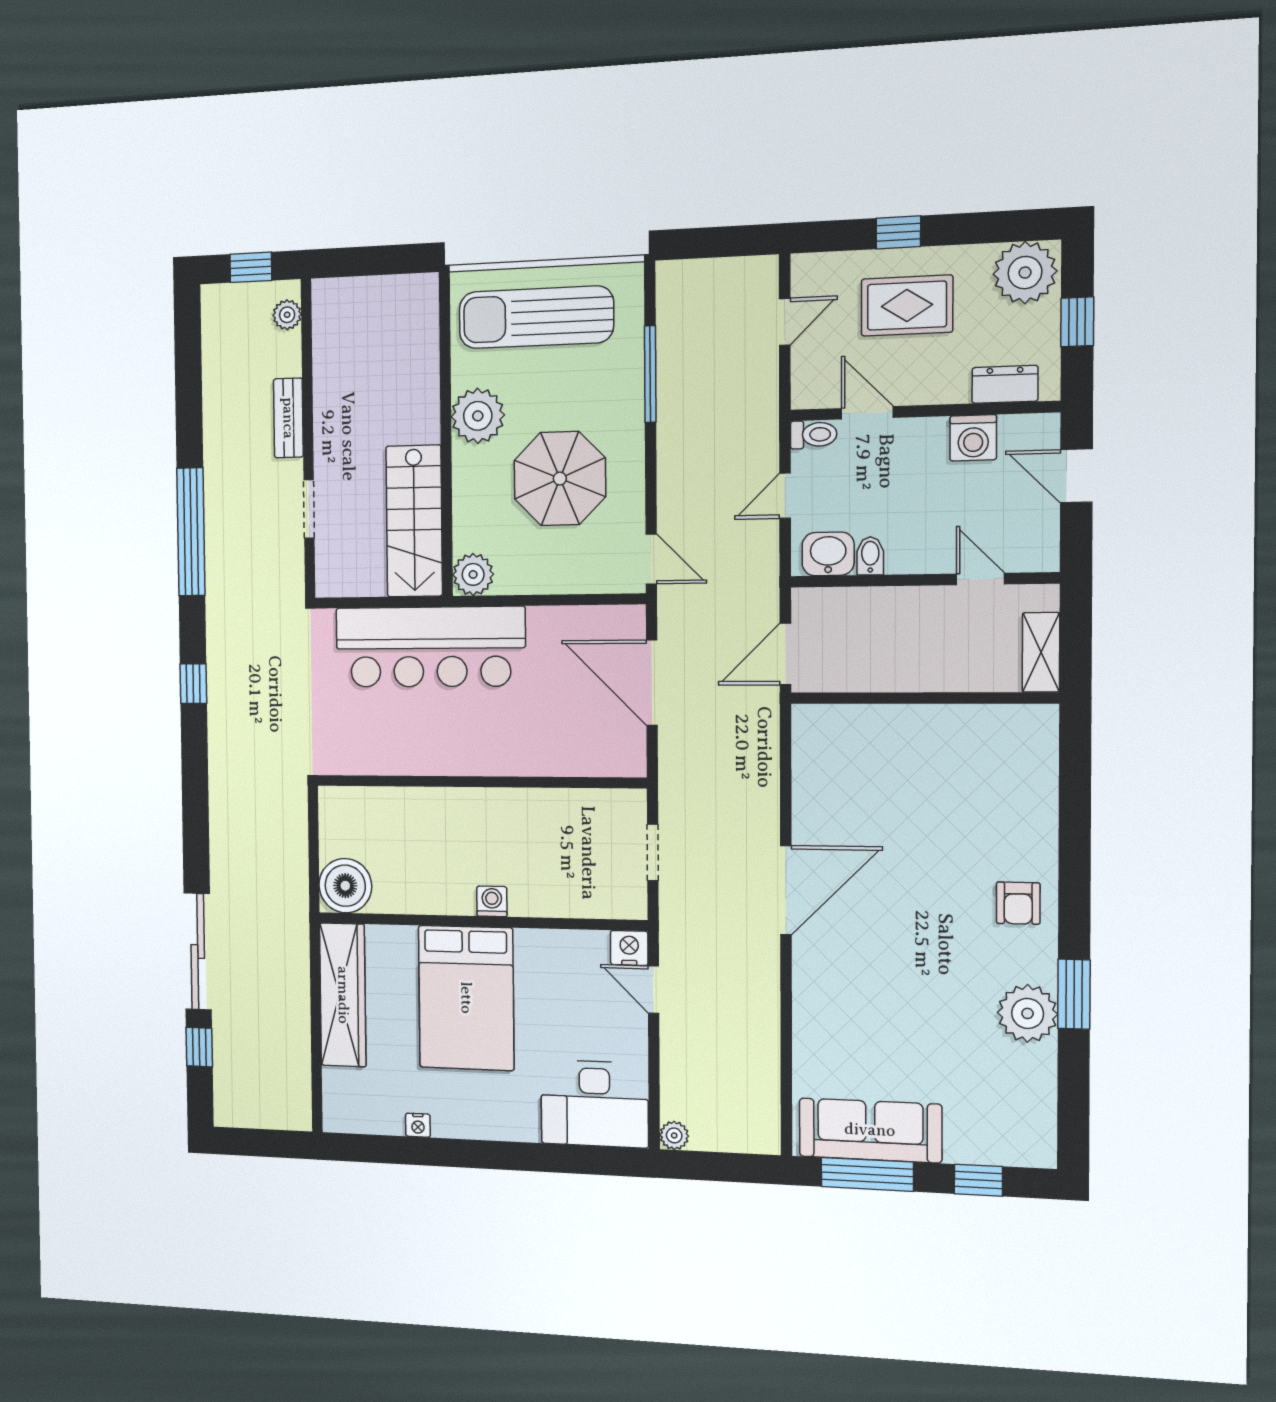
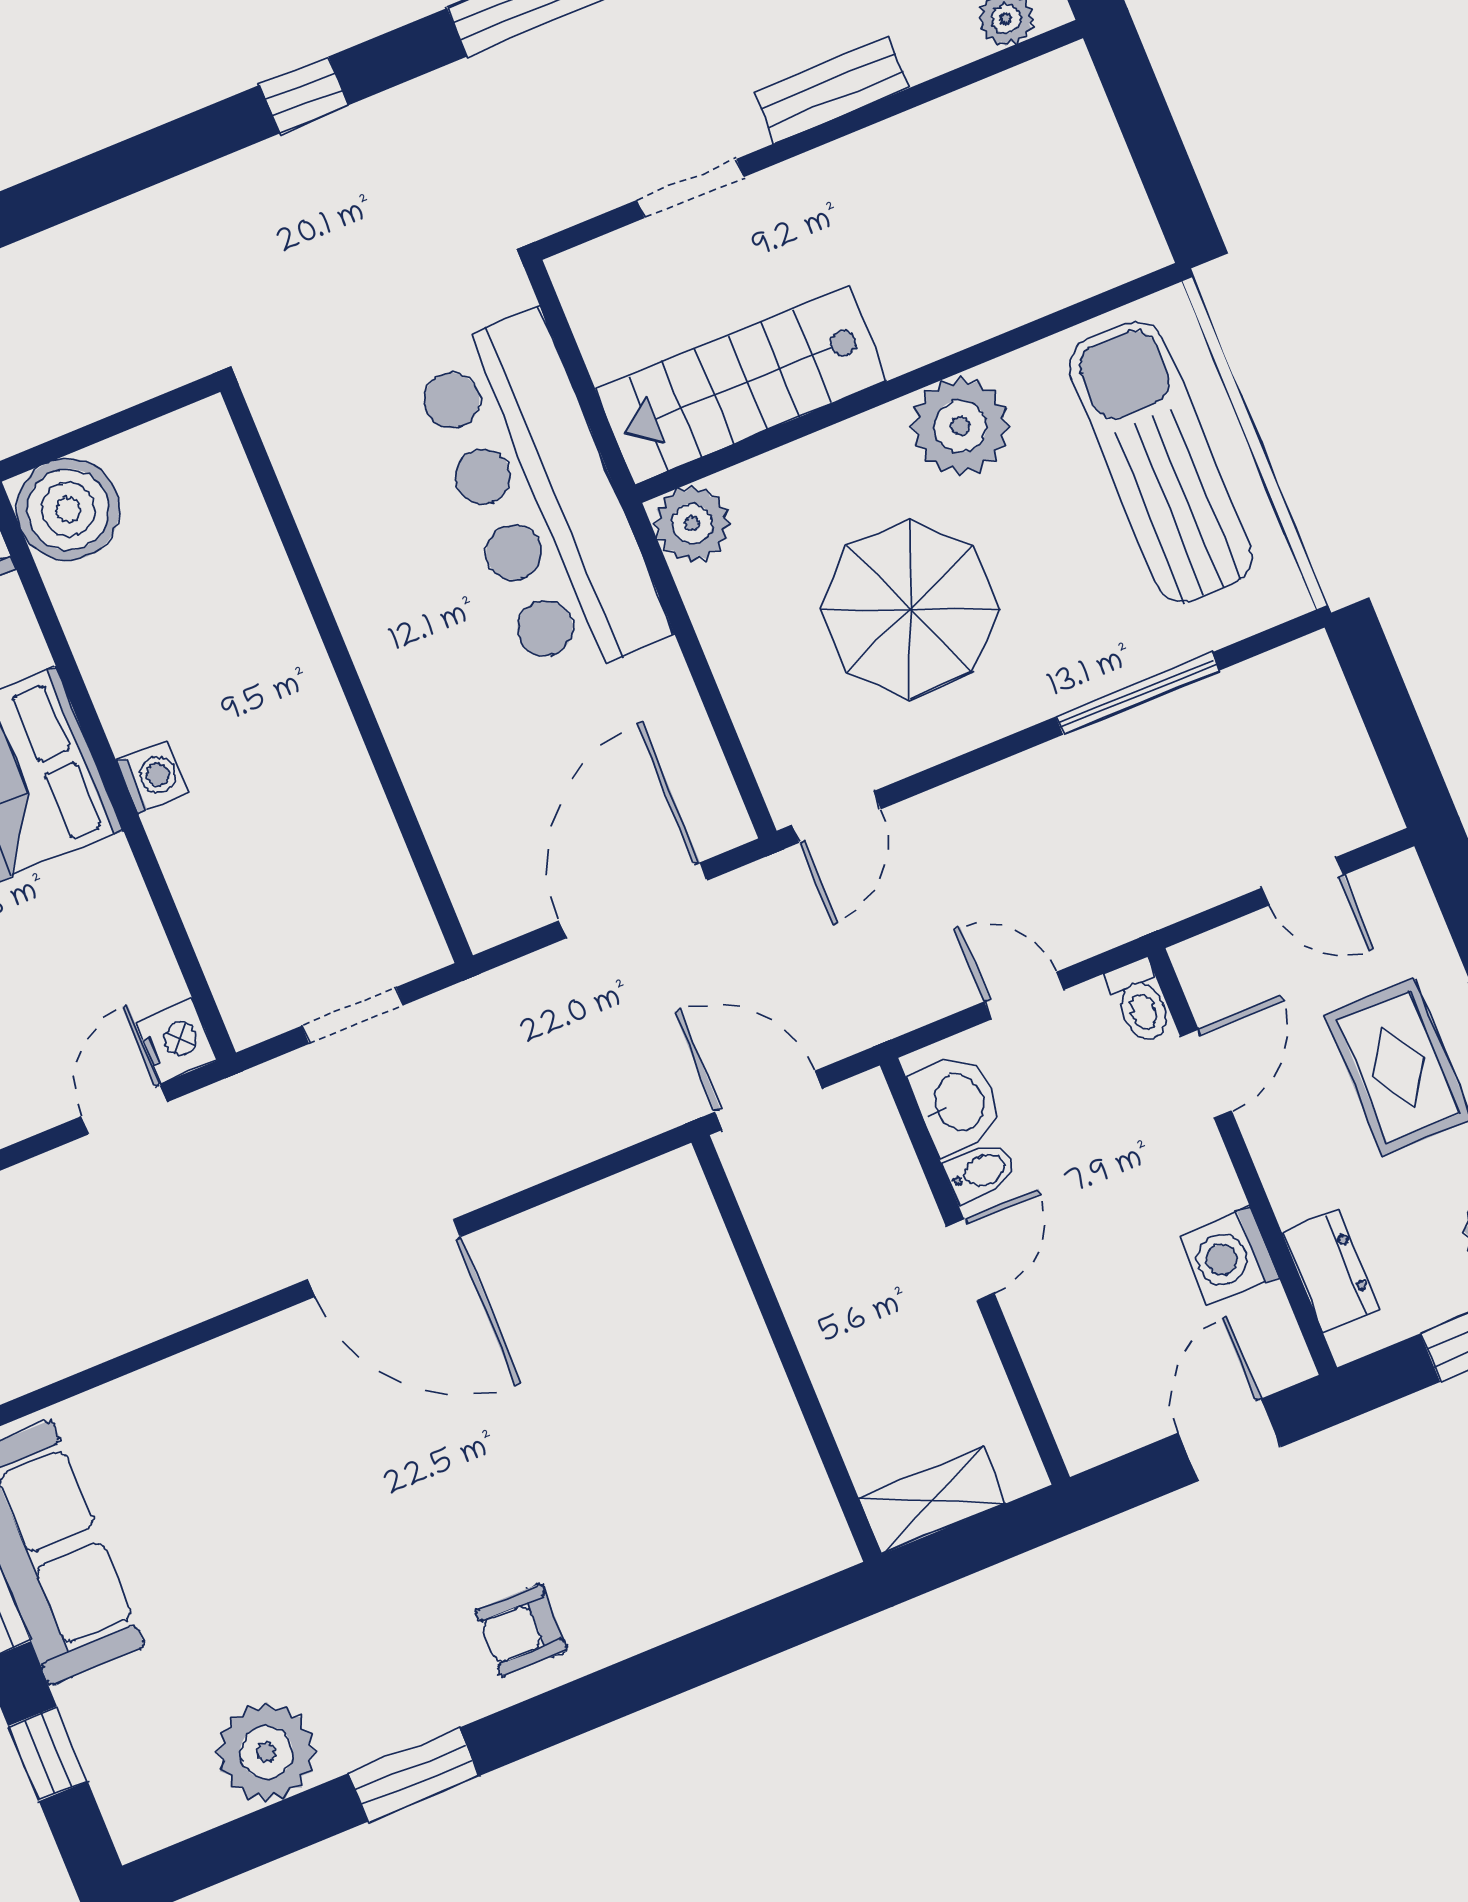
door: (980, 579) -> (970, 1260), moved
plant: (1028, 1013) -> (266, 1752), moved

